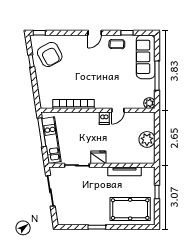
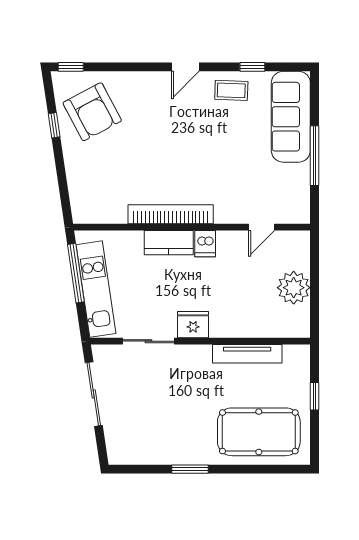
plant: (149, 103) -> (299, 212), removed
bookcase: (74, 104) -> (171, 214), moved
door: (118, 110) -> (262, 227), moved
kitchen counter: (87, 118) -> (169, 243), added

